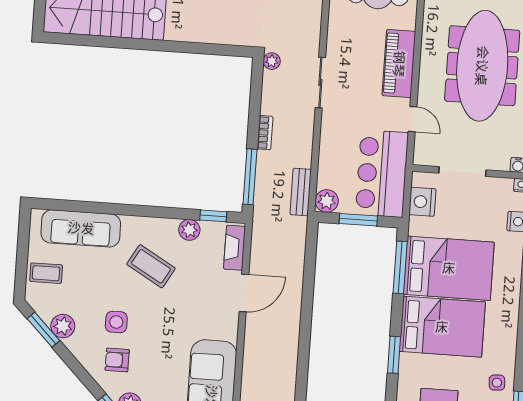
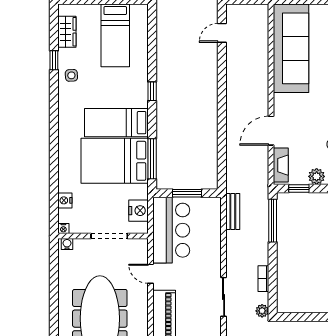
bookcase: (265, 133) -> (263, 279), moved
plant: (327, 201) -> (212, 206), removed
bed: (442, 327) -> (116, 123), width x0.67
window: (394, 355) -> (152, 91), width x0.67

